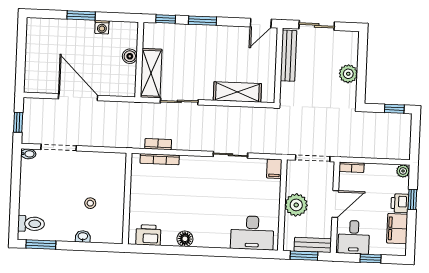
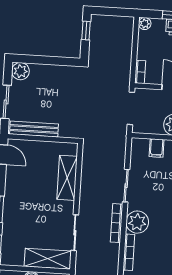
plant: (348, 74) -> (20, 71), moved
bookcase: (158, 144) -> (116, 223), moved, width x1.56
plant: (192, 168) -> (137, 222), added
filing cabinet: (274, 169) -> (157, 148), moved, turned 90

